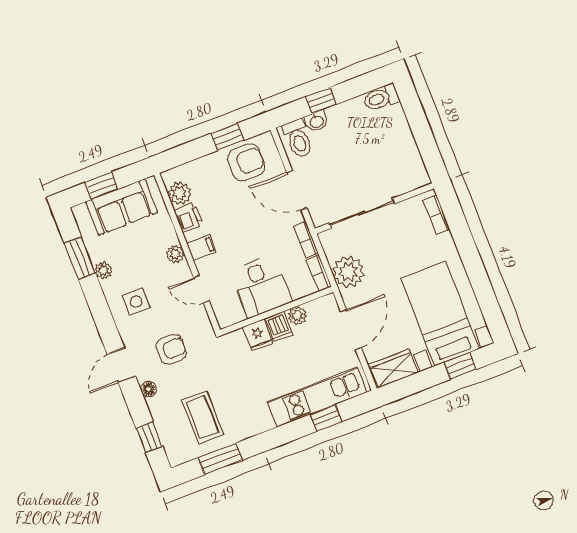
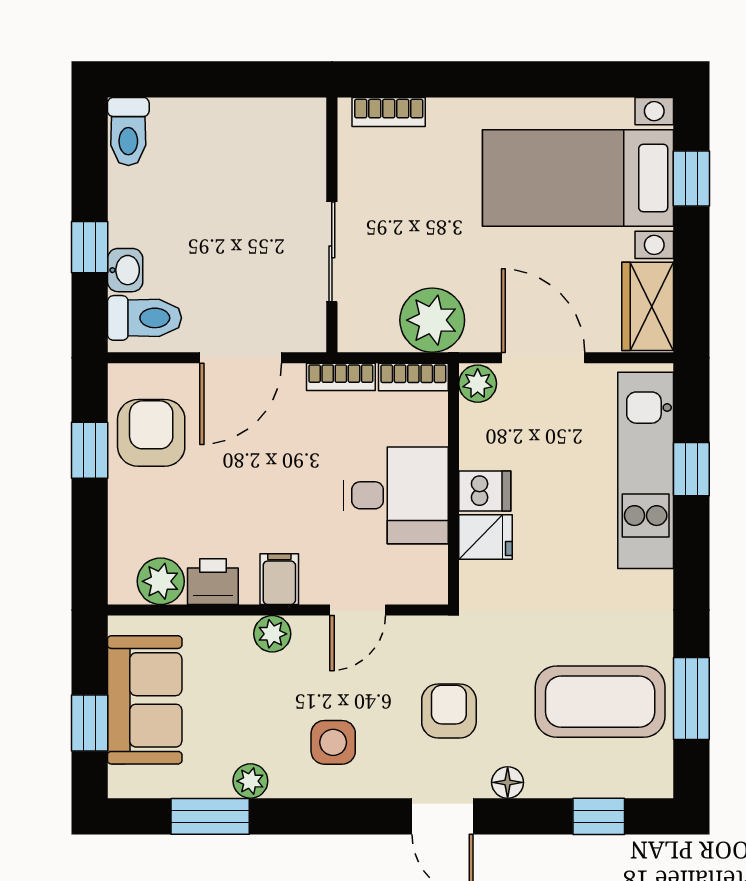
sliding door: (362, 213) -> (332, 252), width x0.73
plant: (297, 316) -> (478, 384), moved
coffee table: (202, 417) -> (600, 702), width x1.36, depth x1.32

